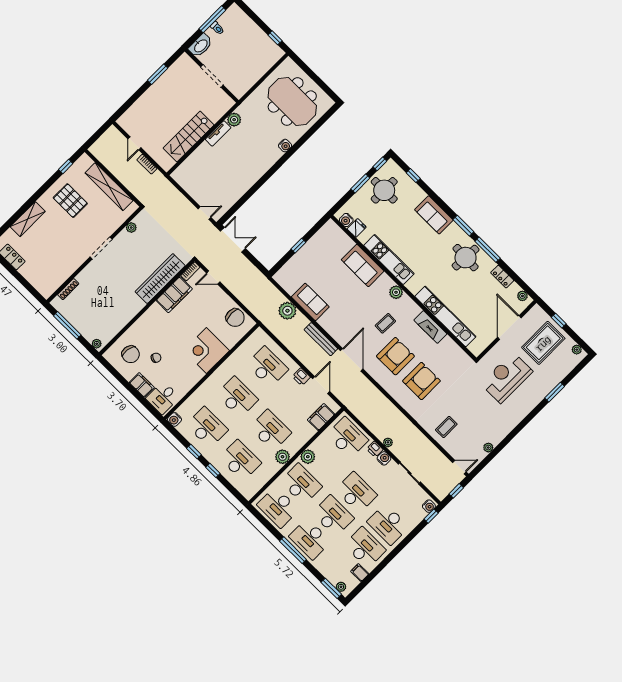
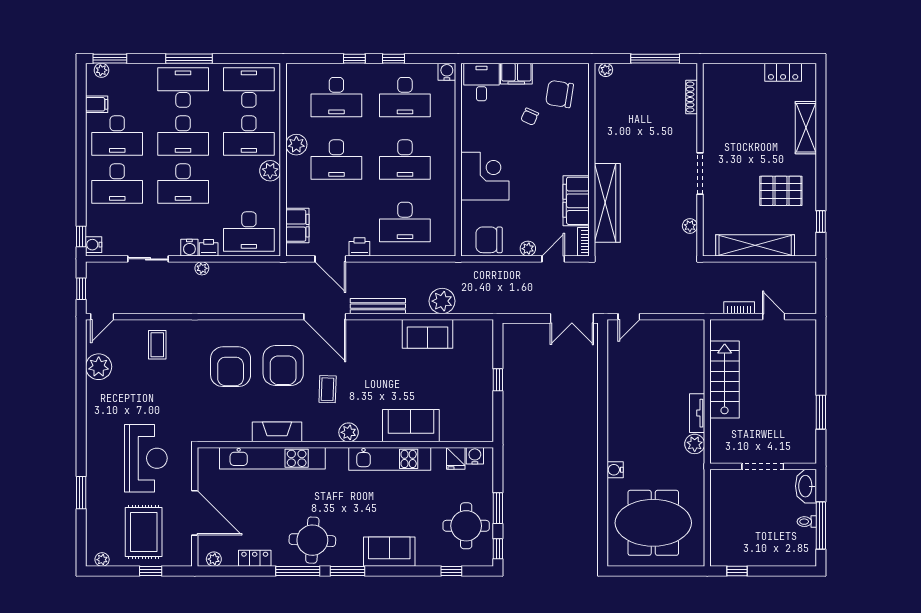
plant: (221, 295) -> (528, 249), added
plant: (488, 448) -> (99, 367), width x1.88, depth x1.88
desk: (388, 524) -> (117, 184), turned 180

